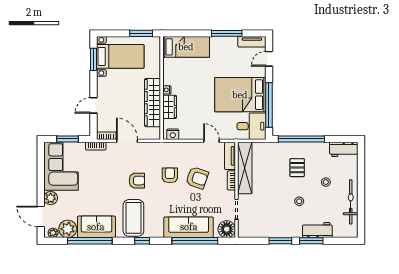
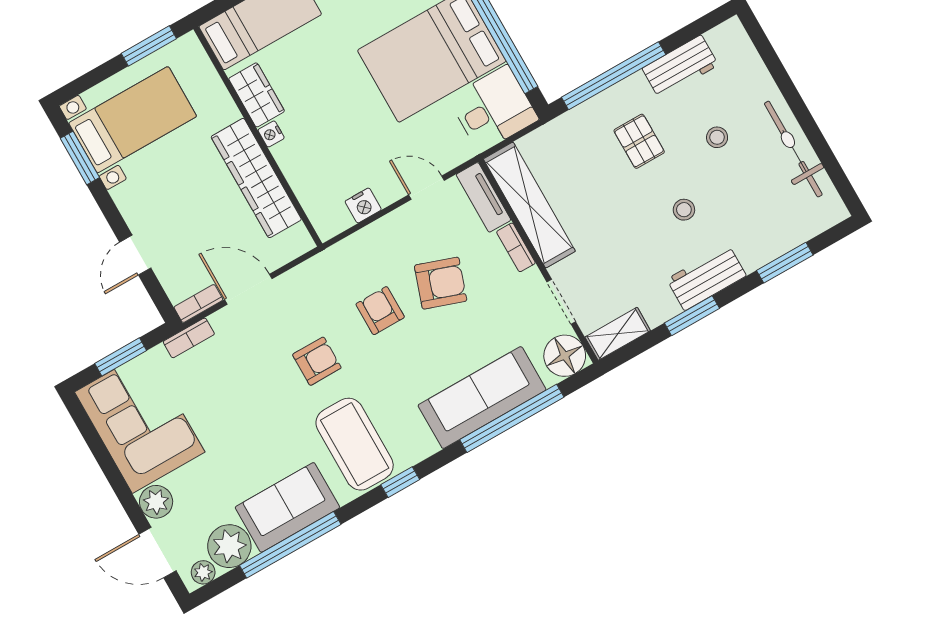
wardrobe: (170, 107) -> (257, 95), moved
nightstand: (173, 134) -> (363, 205), moved
workbench: (344, 149) -> (680, 67), moved
workbench: (317, 230) -> (706, 278), moved
shelving: (250, 232) -> (618, 334), added
window: (311, 241) -> (785, 263), moved

